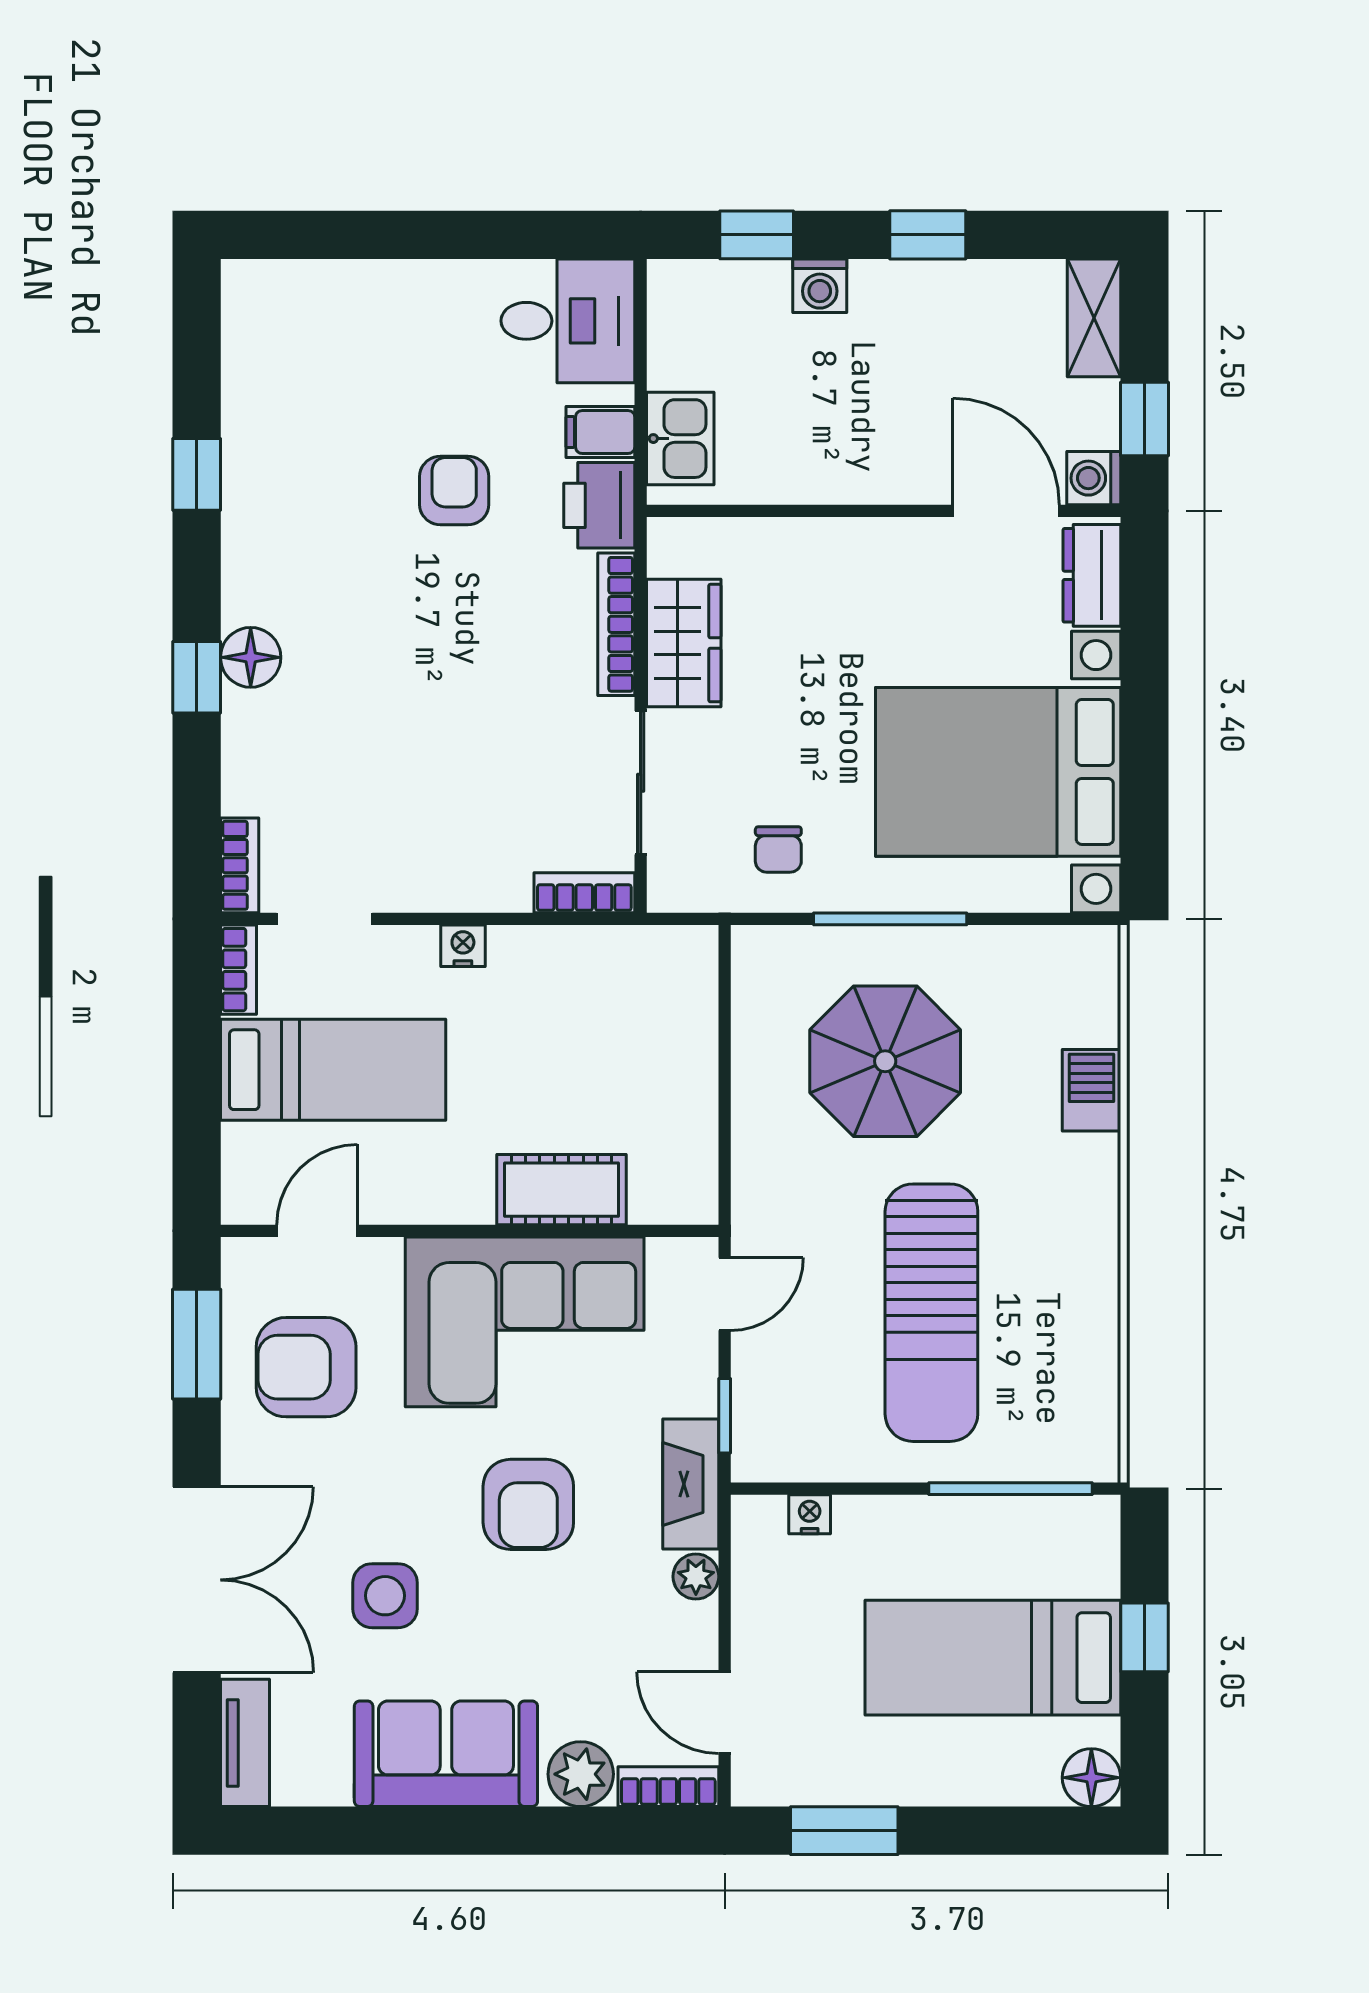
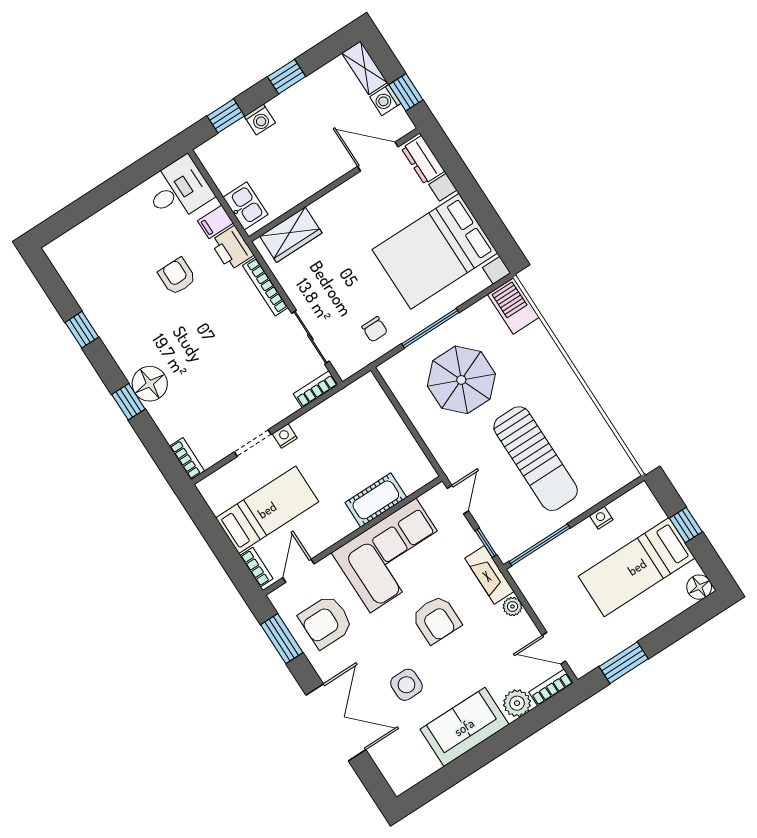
washing machine: (1094, 478) -> (385, 100), moved
wardrobe: (684, 643) -> (291, 235), moved, turned 90
floor lamp: (251, 657) -> (150, 384), width x1.38, depth x1.38
doorway: (324, 919) -> (253, 443), moved
bookcase: (239, 970) -> (257, 567), moved
barbecue: (1091, 1090) -> (513, 306), moved, width x1.38, depth x1.27
window: (1010, 1489) -> (540, 545), moved
nightstand: (810, 1514) -> (601, 518), moved
tv unit: (245, 1743) -> (391, 769), removed

